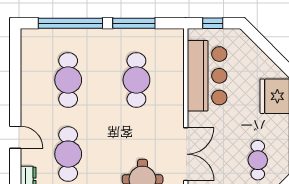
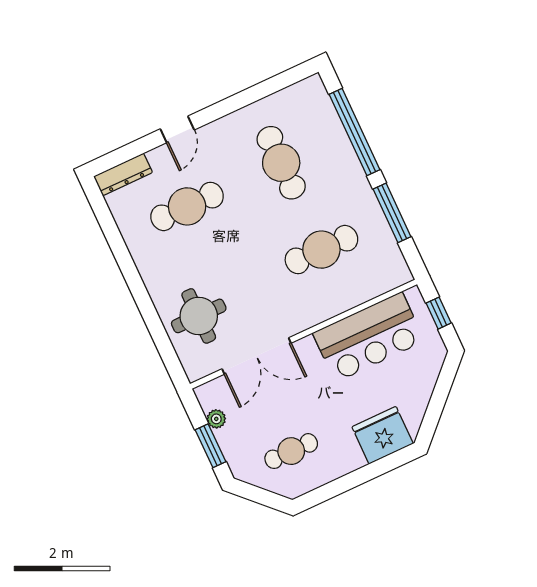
cafe table: (68, 80) -> (281, 163), turned 90

